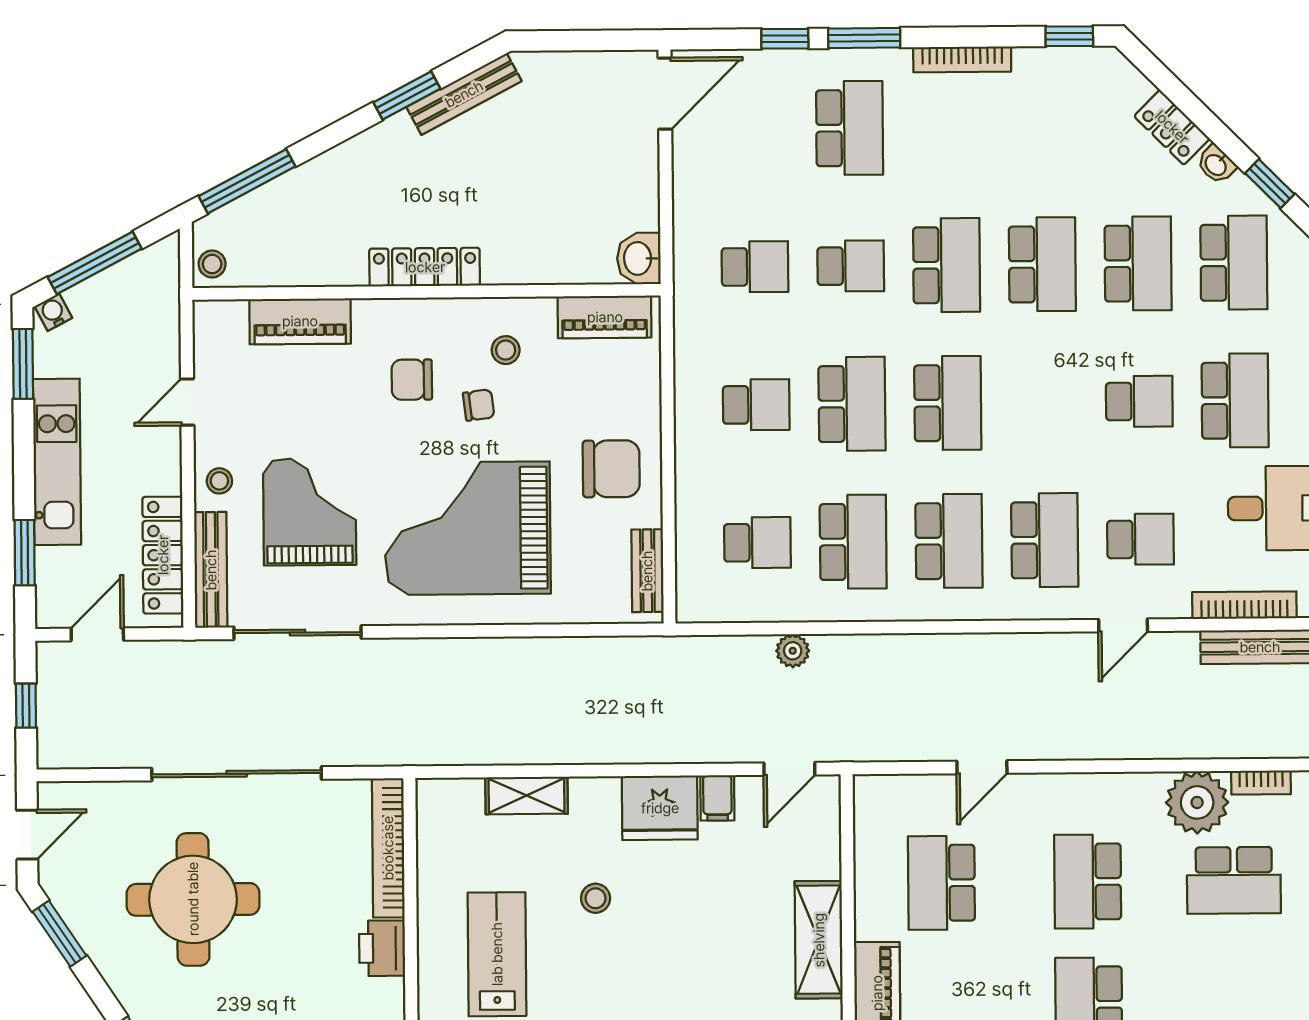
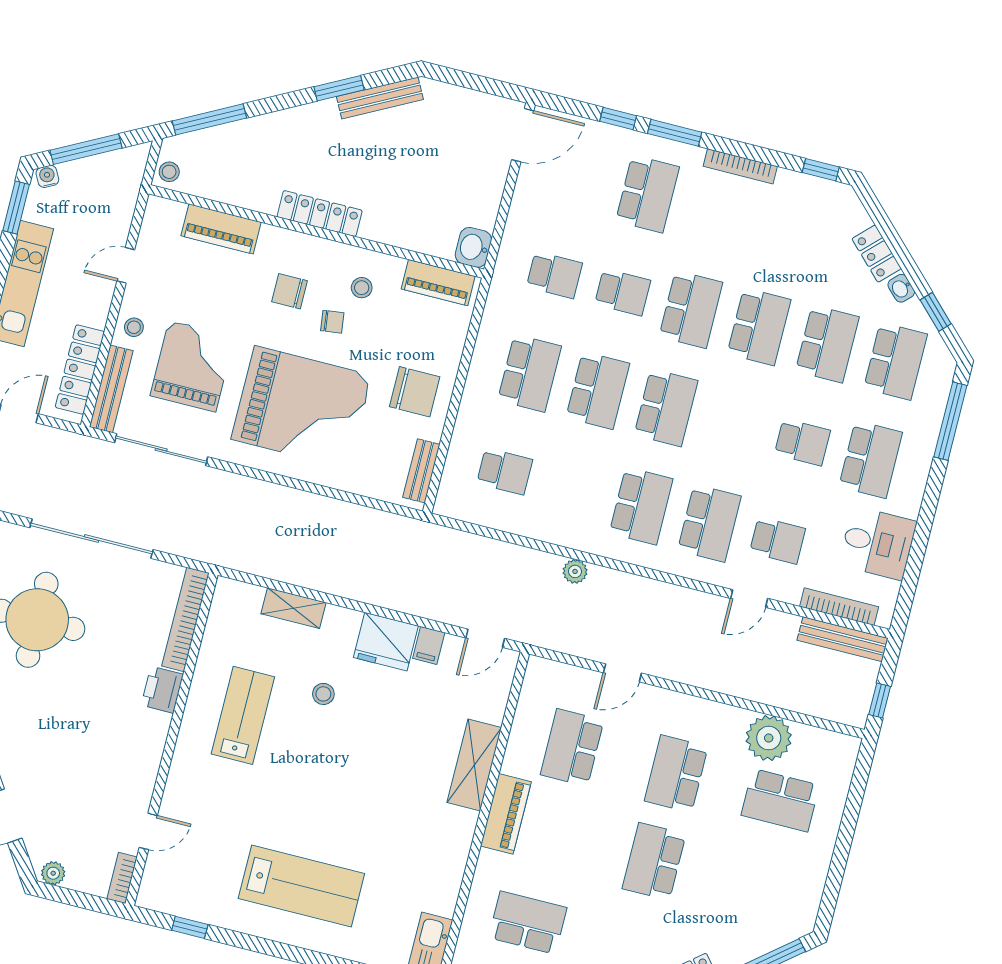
school desk: (756, 405) -> (530, 373), width x1.85
grand piano: (468, 528) -> (301, 407), turned 180
school desk: (853, 542) -> (573, 489), removed
plant: (793, 651) -> (575, 571), moved
bookcase: (1261, 783) -> (818, 736), removed

